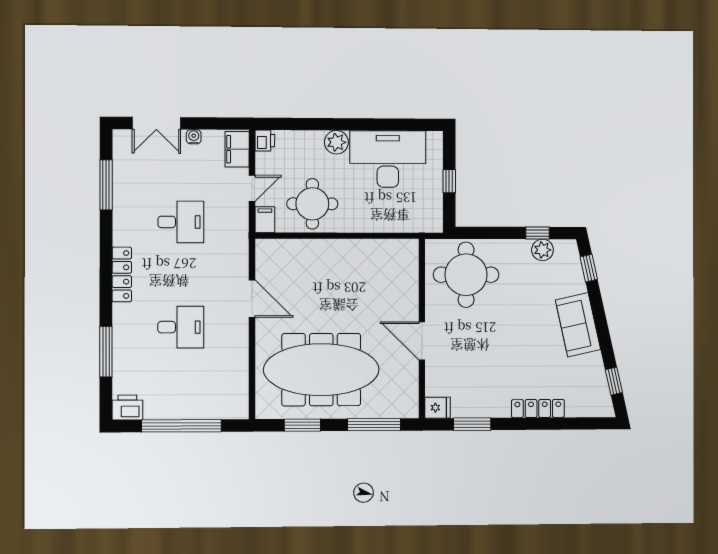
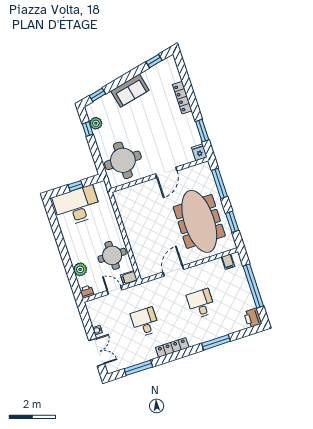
plant: (336, 142) -> (80, 269), moved
filing cabinet: (237, 149) -> (228, 262), moved, width x0.50
desk: (388, 159) -> (77, 206), moved, turned 90
locker: (122, 274) -> (172, 348), moved
window: (106, 352) -> (216, 342), moved

